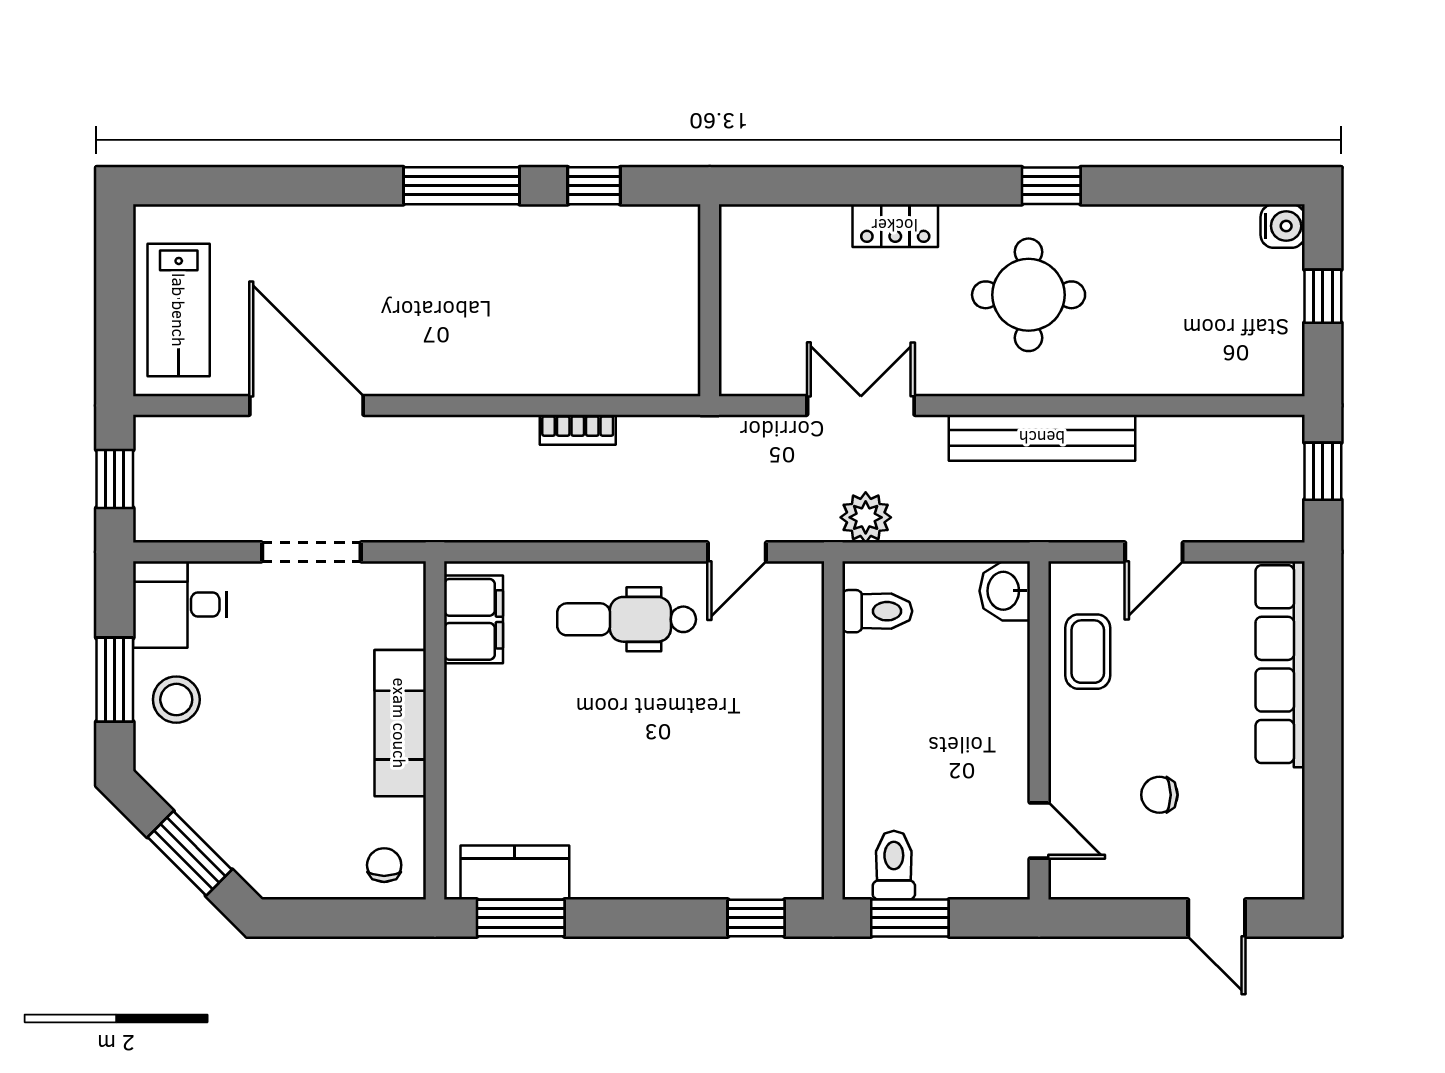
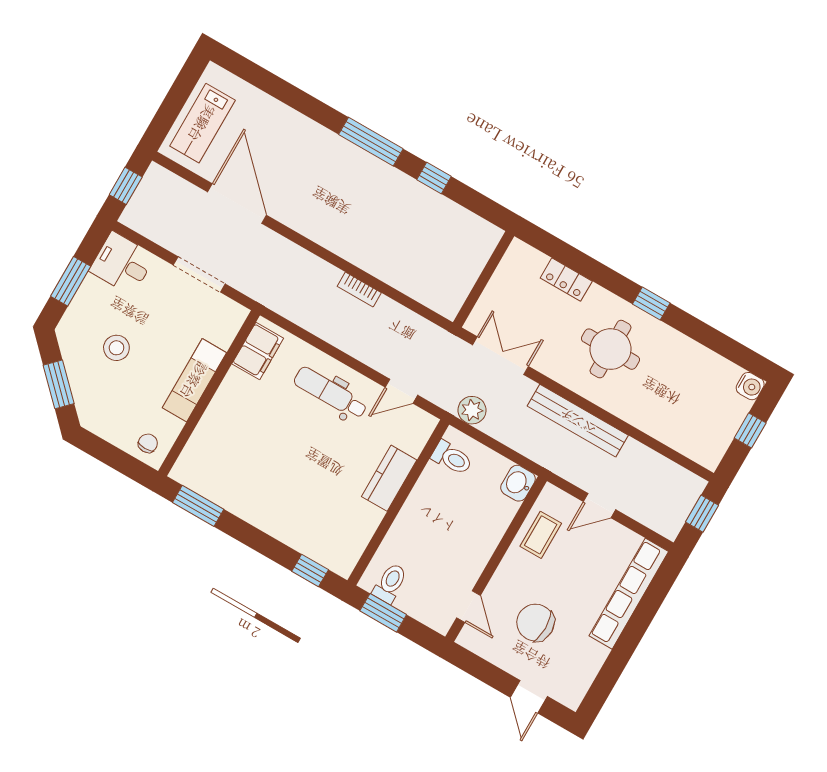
wall: (710, 300) -> (484, 279), moved
stool: (176, 700) -> (116, 348), moved
chair: (1159, 795) -> (535, 623), width x1.87, depth x1.87
kitchen counter: (515, 873) -> (389, 478), moved, turned -90

